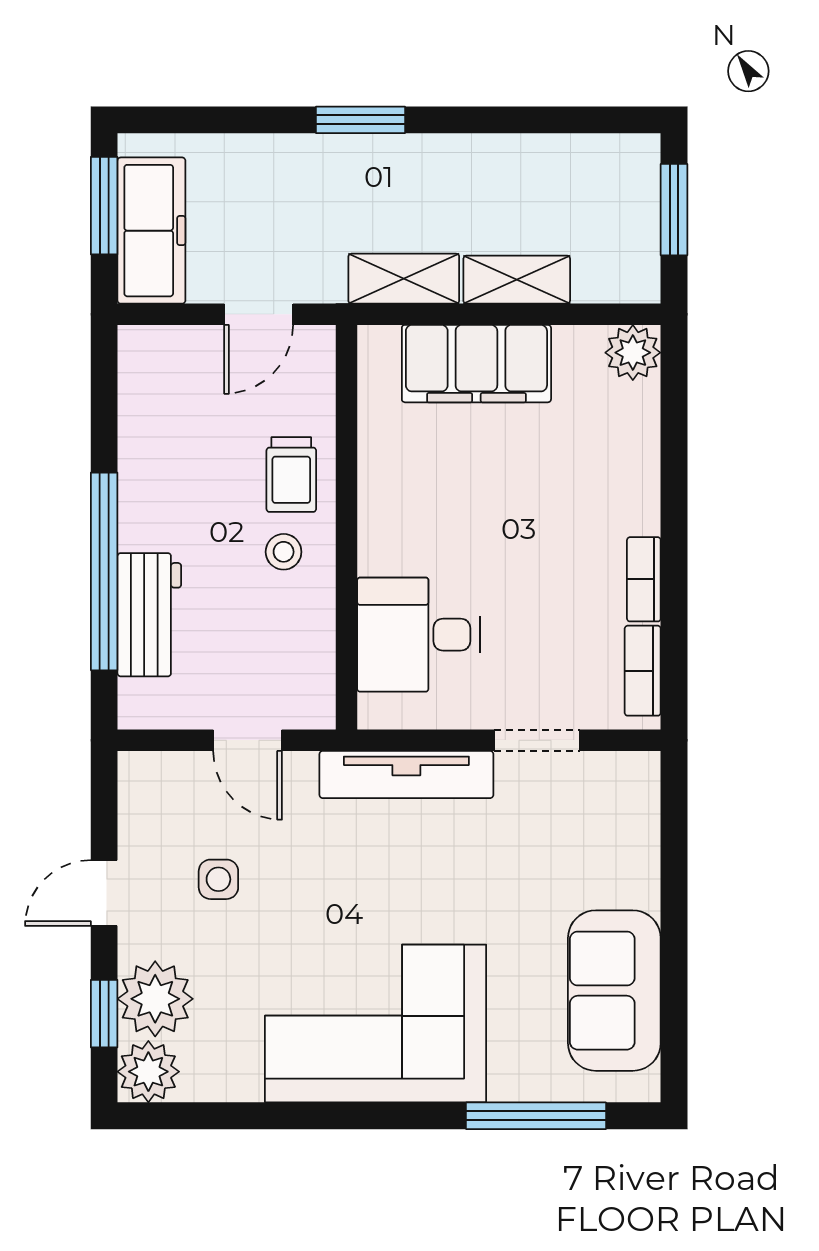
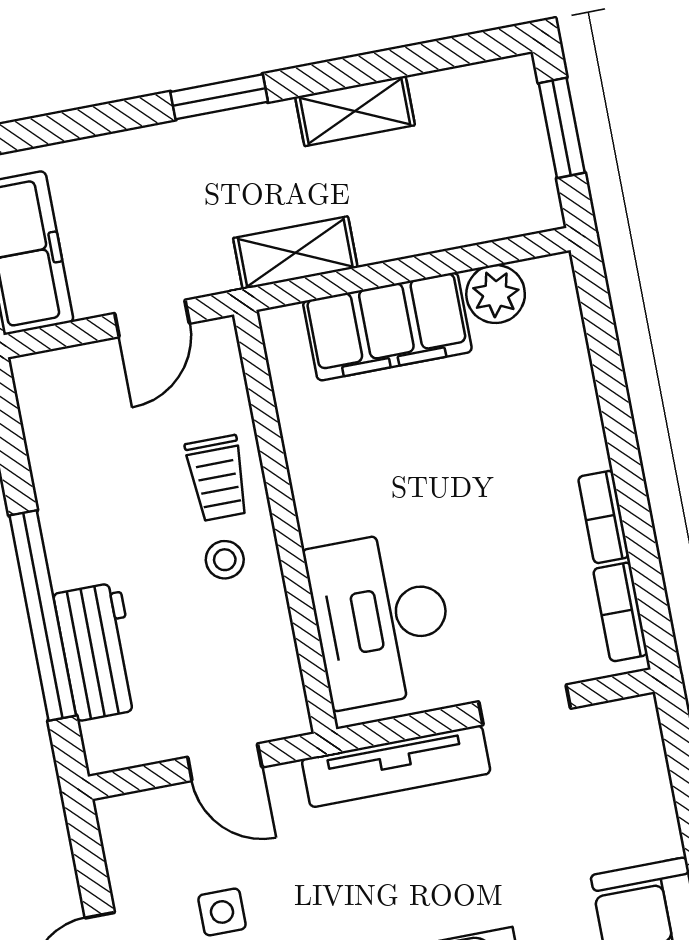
shelving: (517, 280) -> (355, 111), moved
plant: (633, 353) -> (496, 294), moved
desk: (419, 635) -> (381, 619), width x1.37

